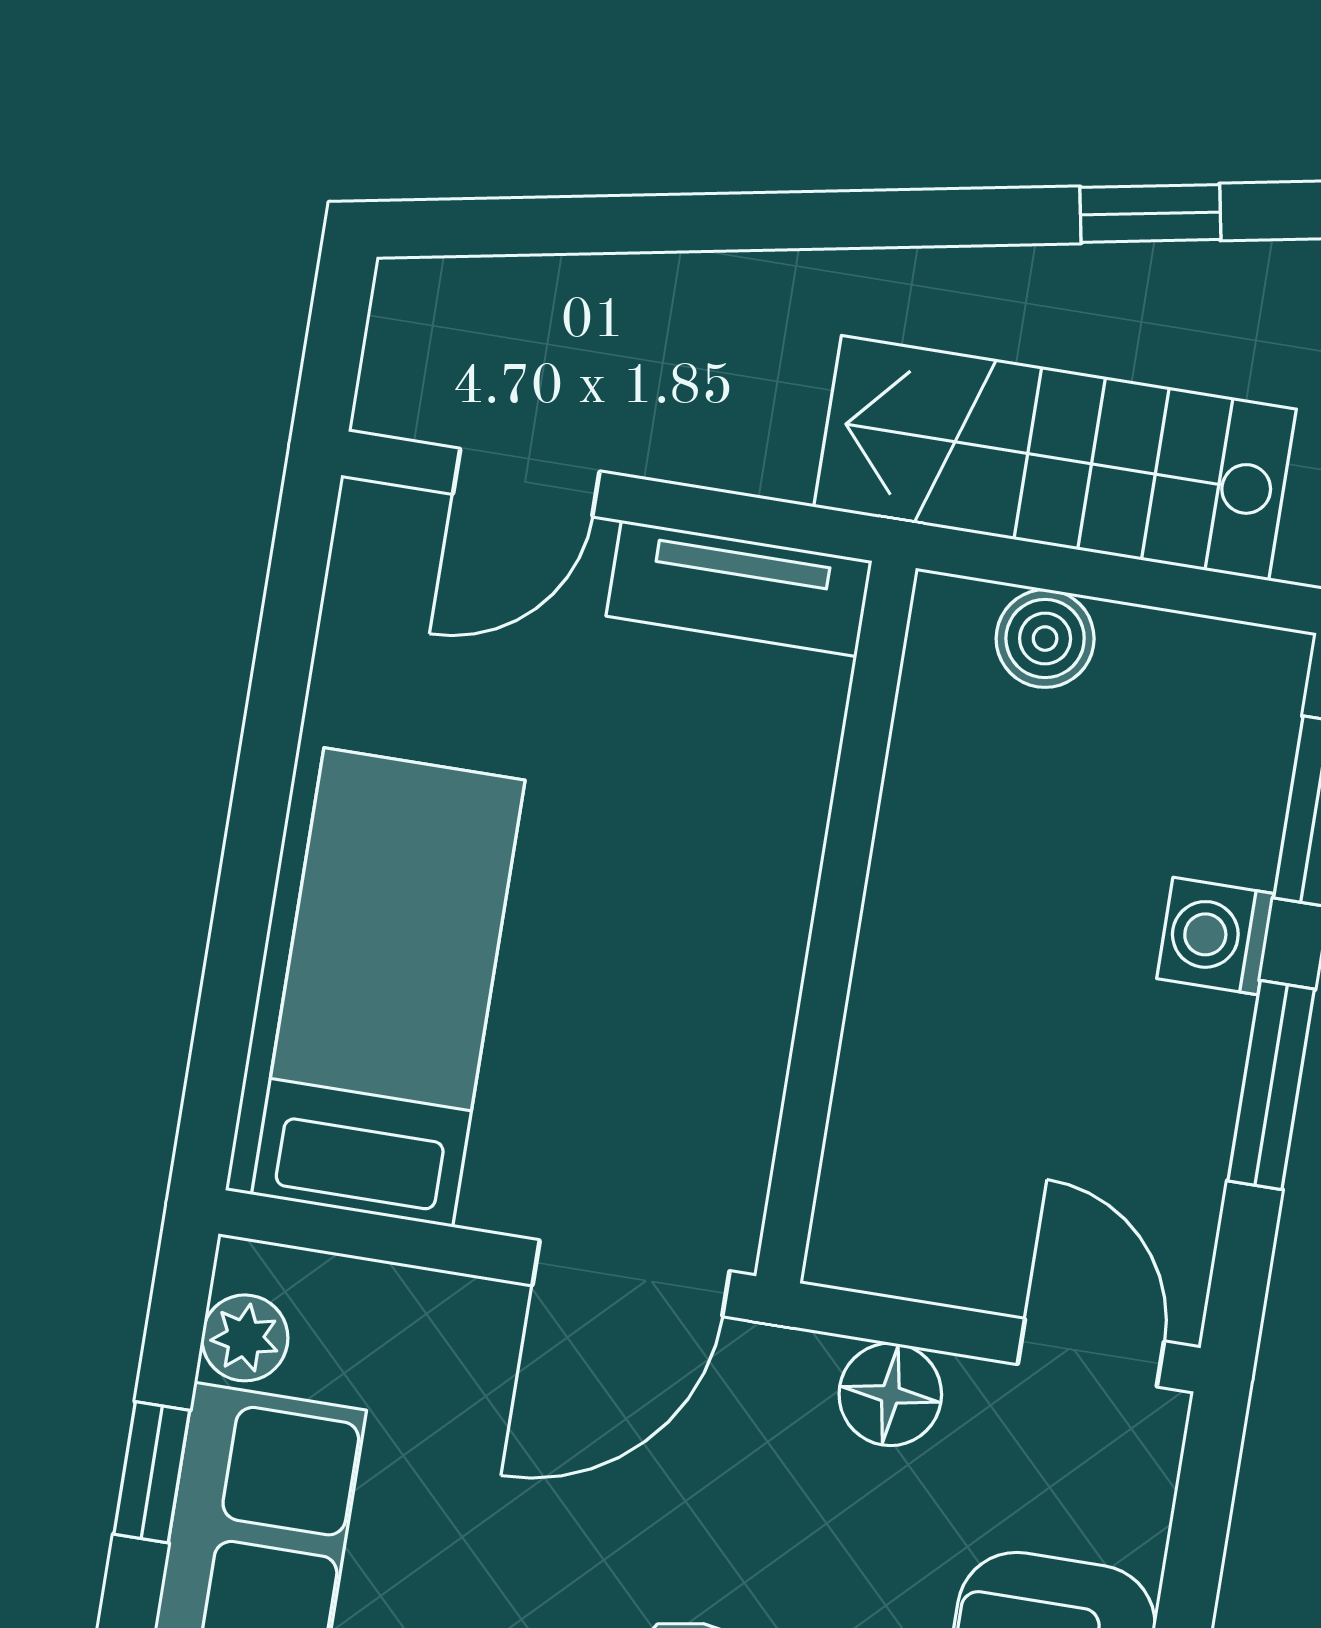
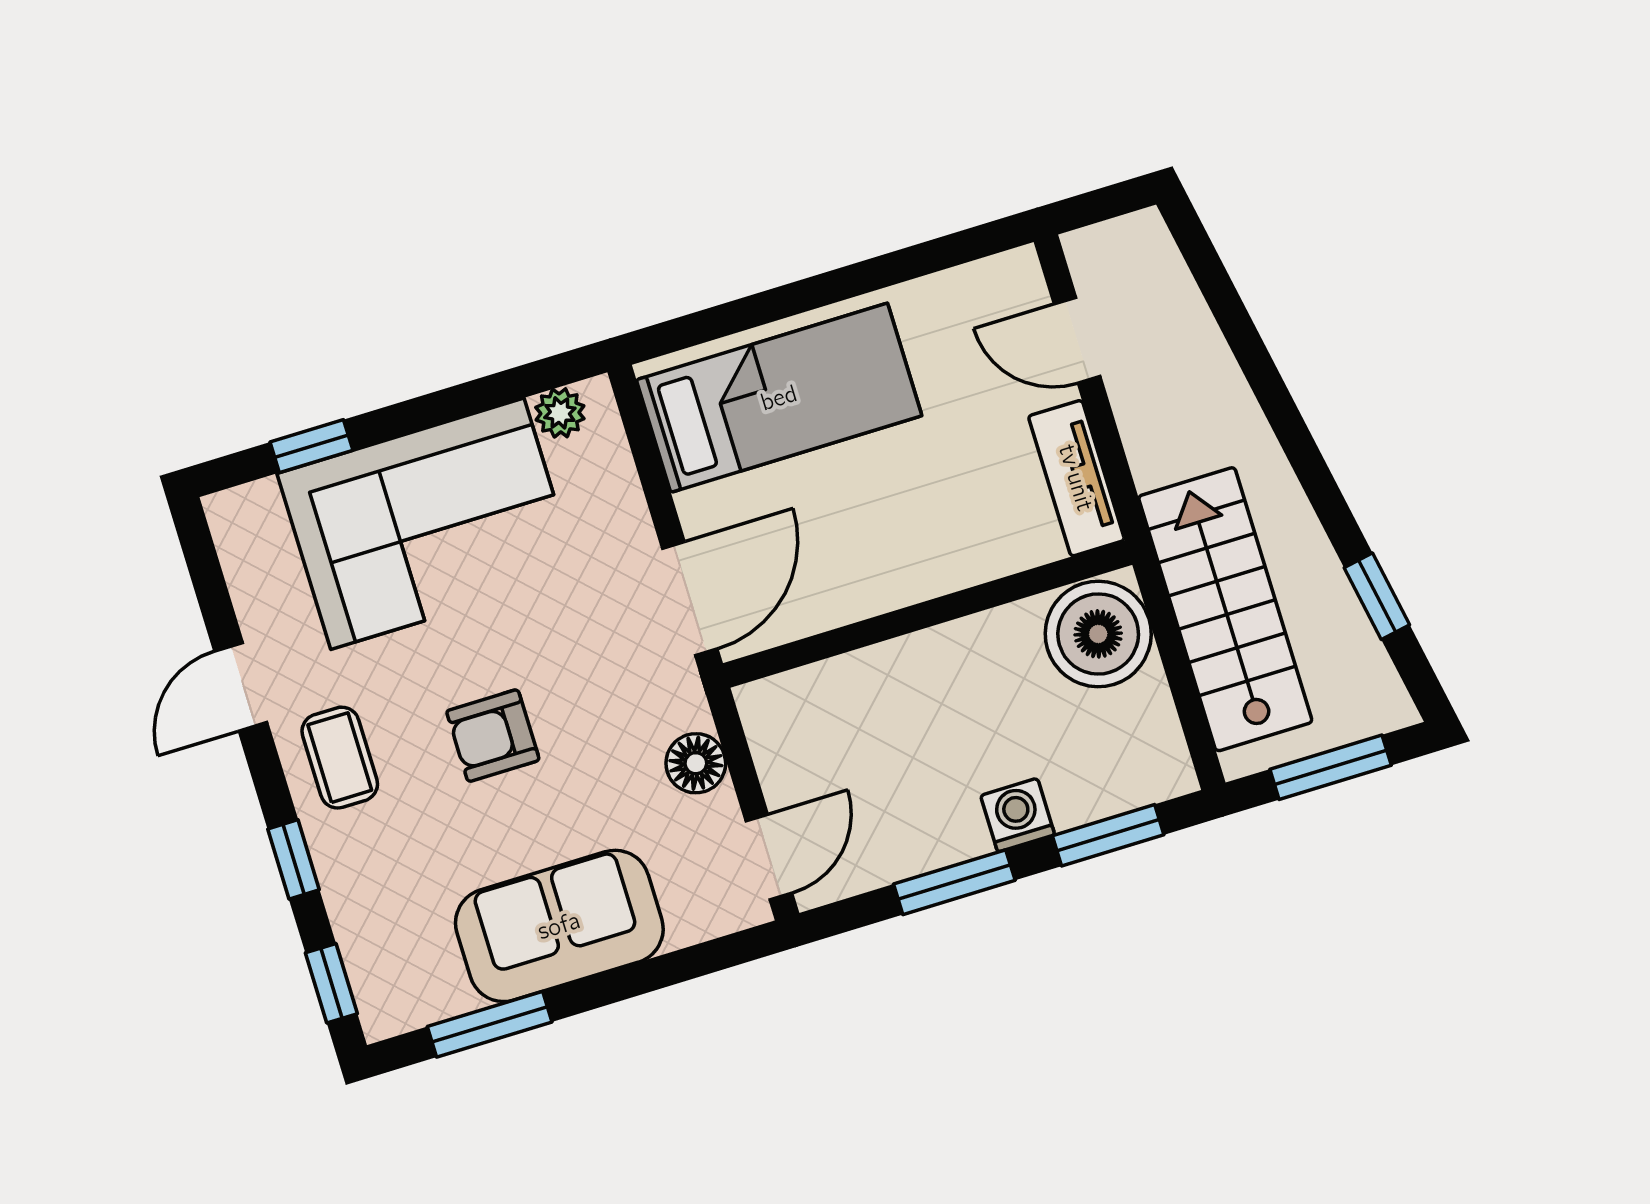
boiler: (1045, 639) -> (1098, 634), width x1.86, depth x1.86
door: (631, 1278) -> (690, 599), swing flipped
window: (152, 1472) -> (466, 399), removed

